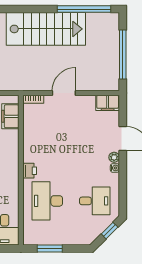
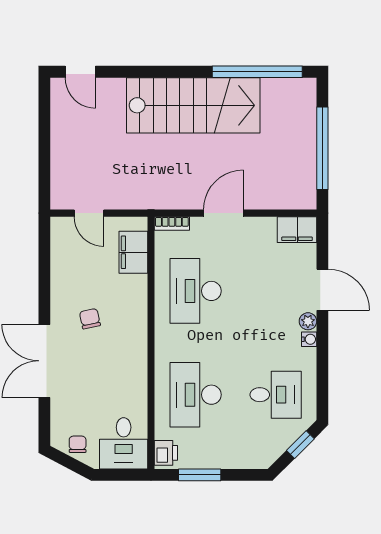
desk: (47, 139) -> (196, 291), added
printer: (30, 171) -> (166, 453), moved

